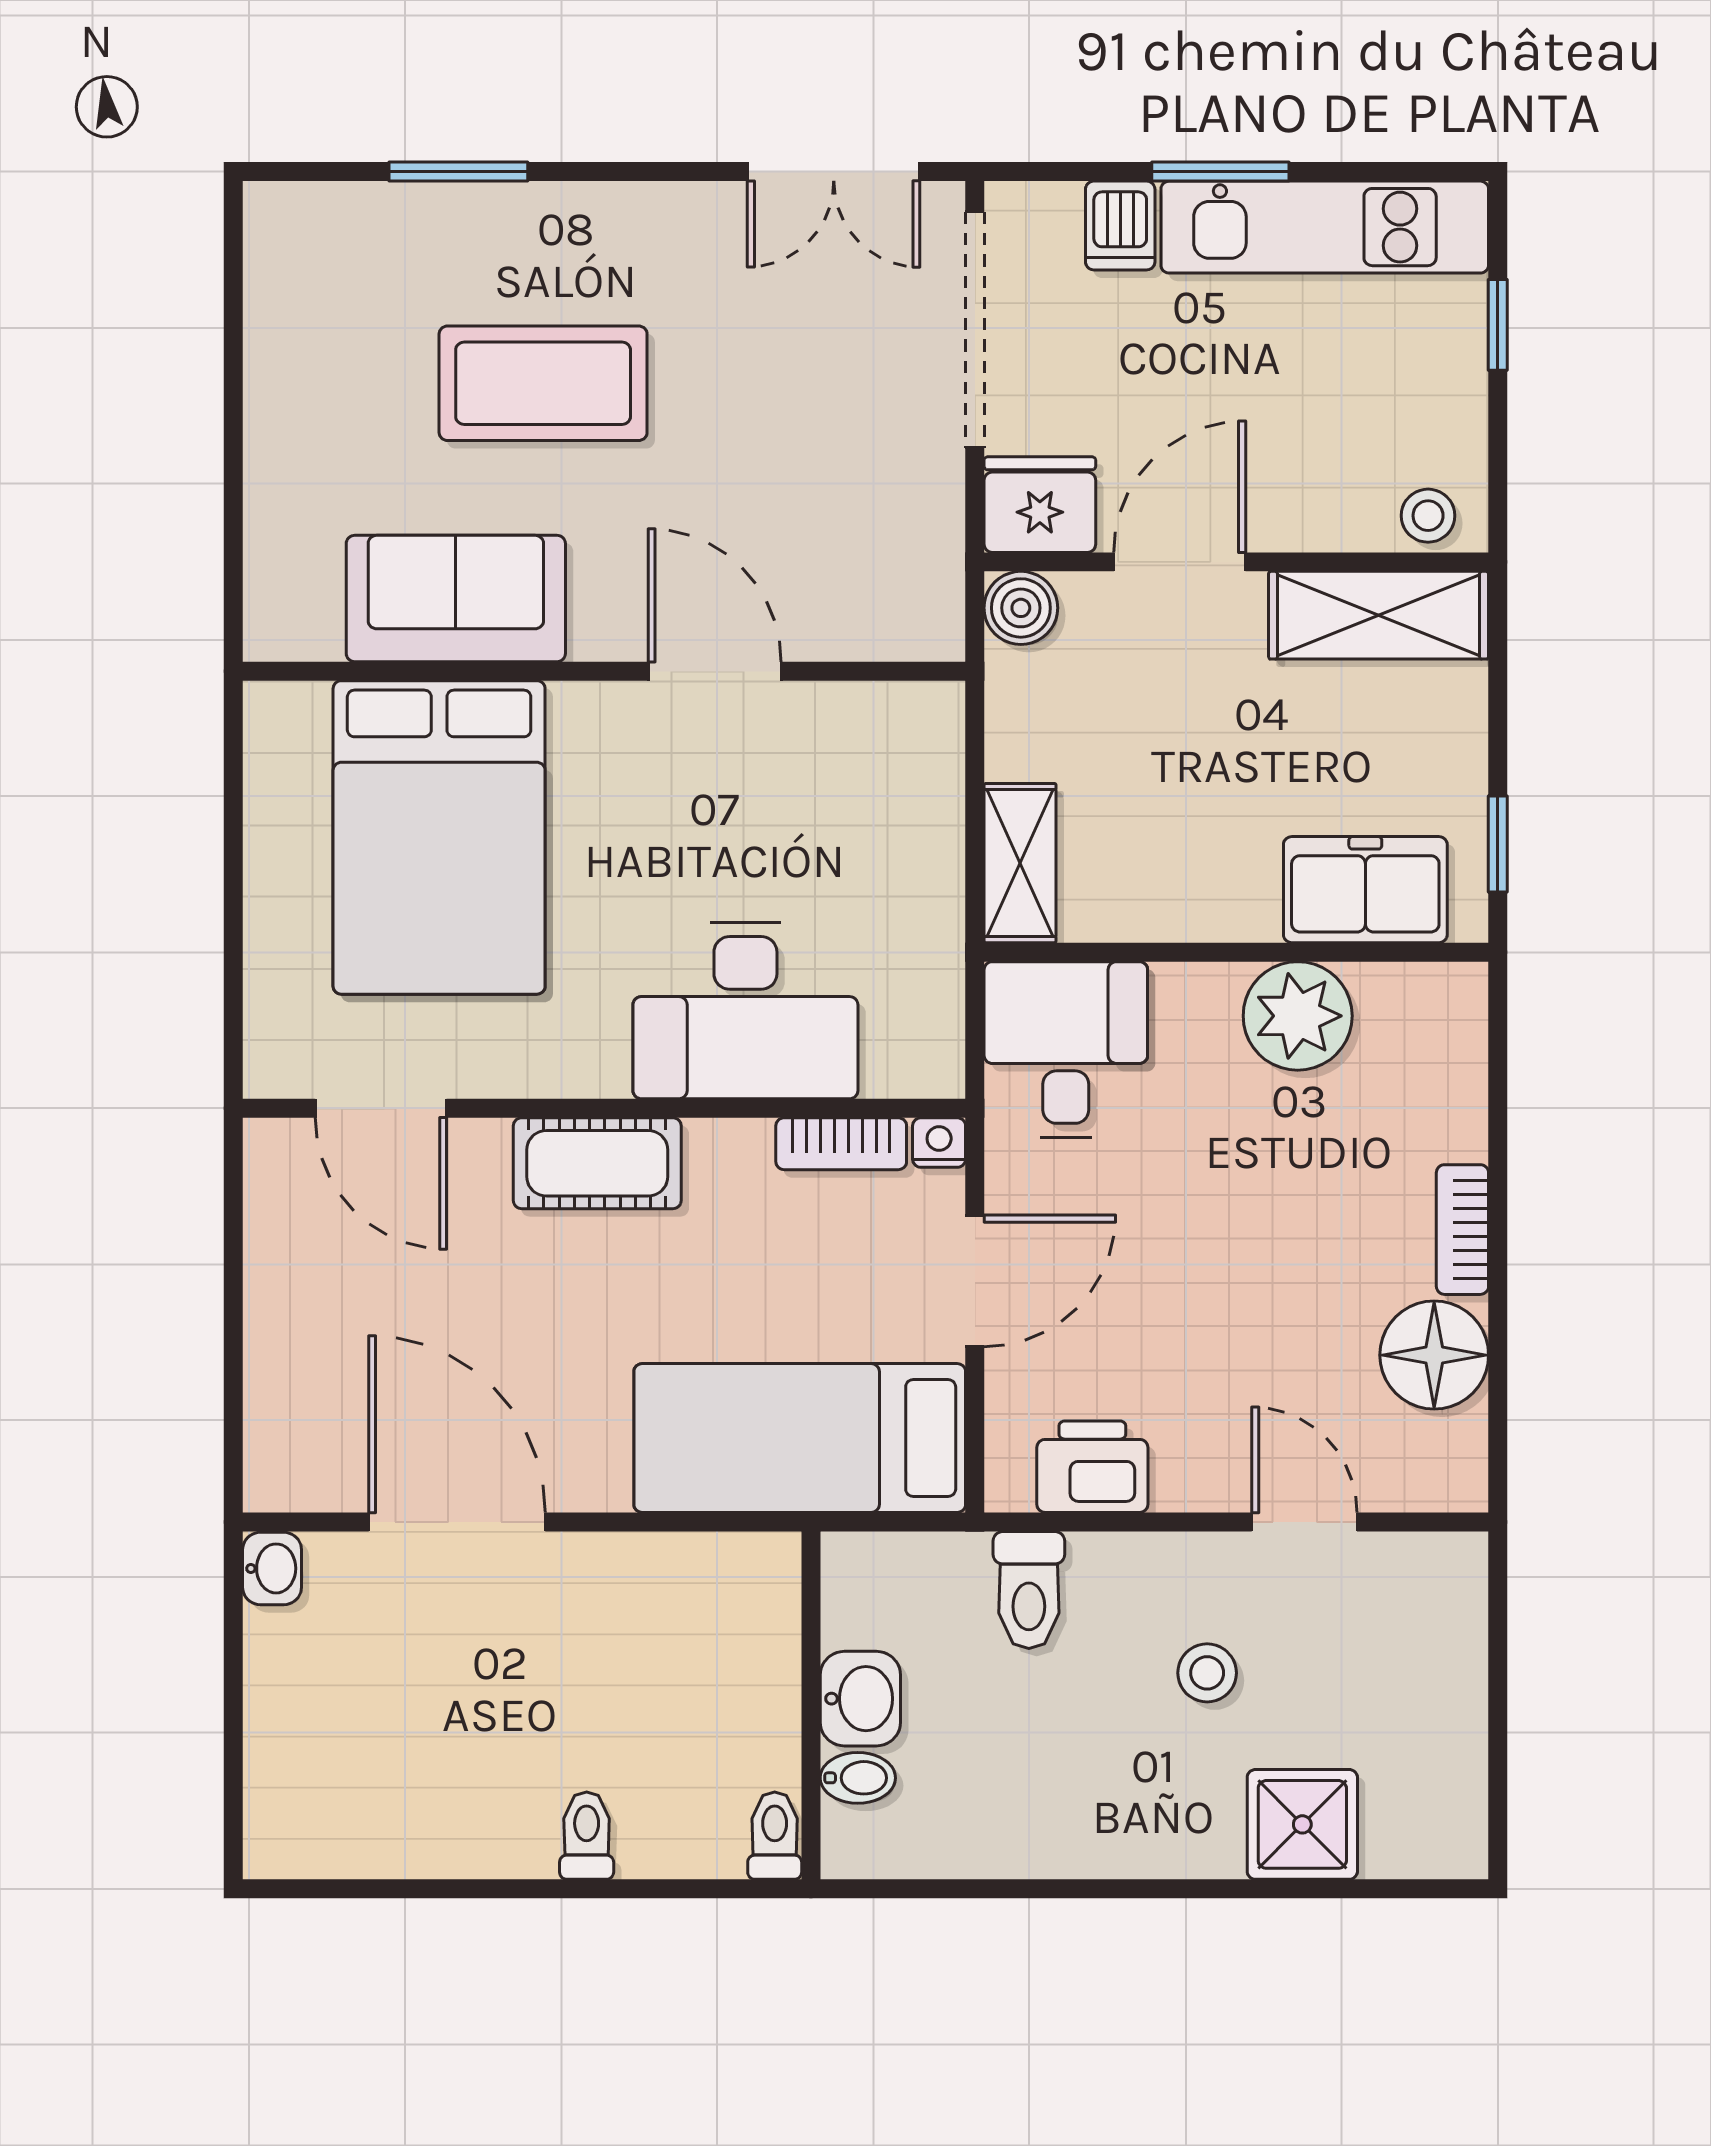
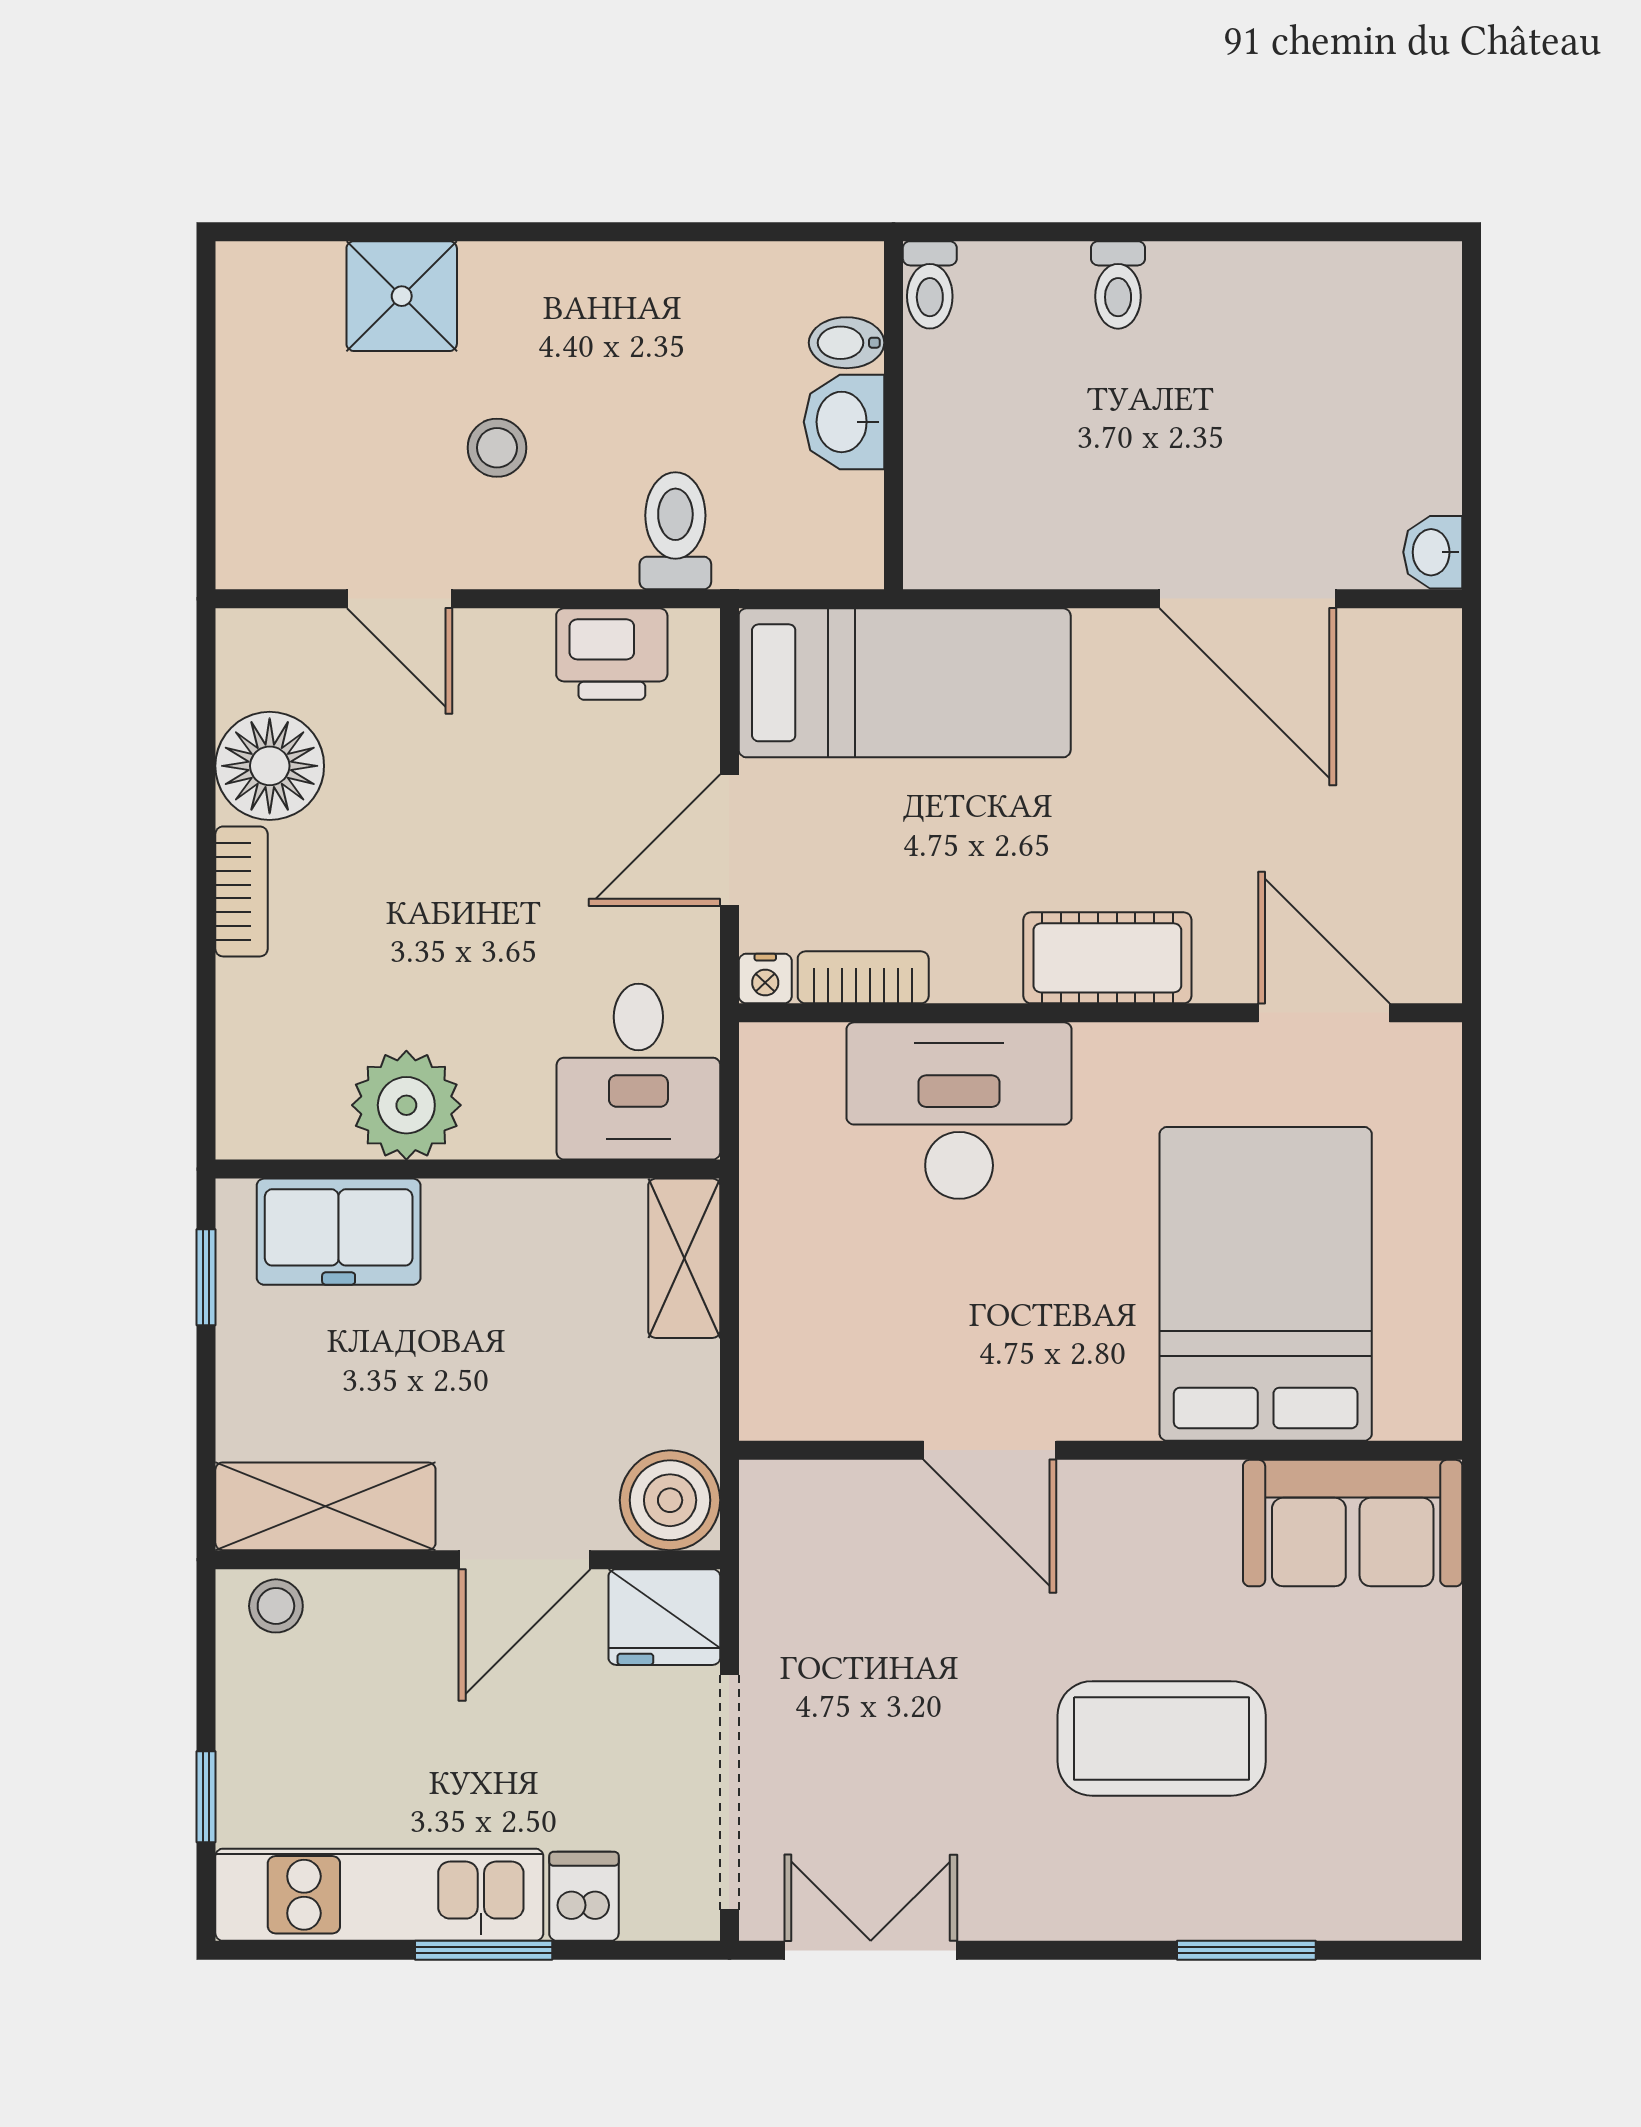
sofa: (456, 598) -> (1353, 1523), moved
boiler: (1021, 608) -> (670, 1500), width x1.36, depth x1.36

